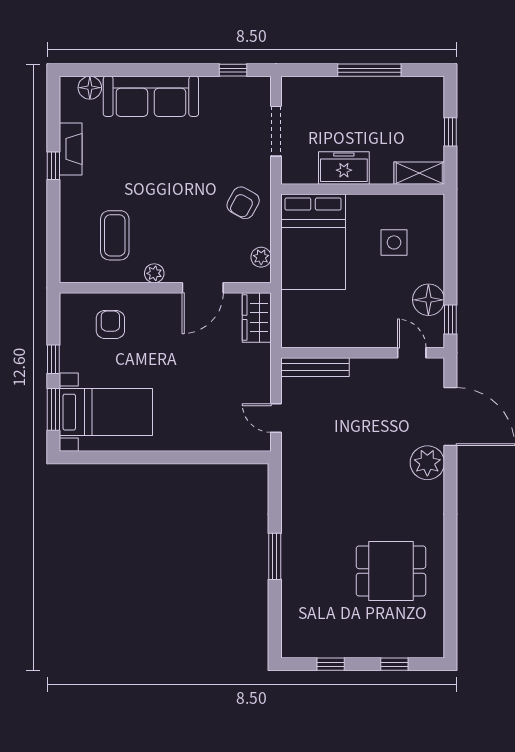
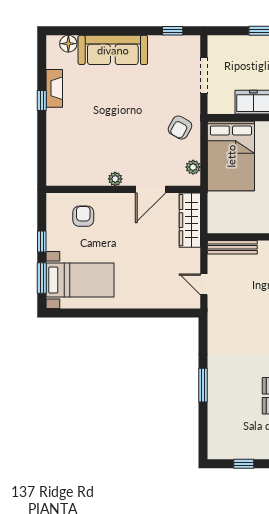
coffee table: (115, 235) -> (86, 151), removed
wardrobe: (257, 317) -> (190, 220), width x1.50

